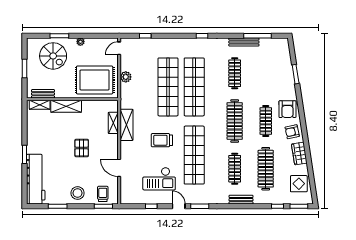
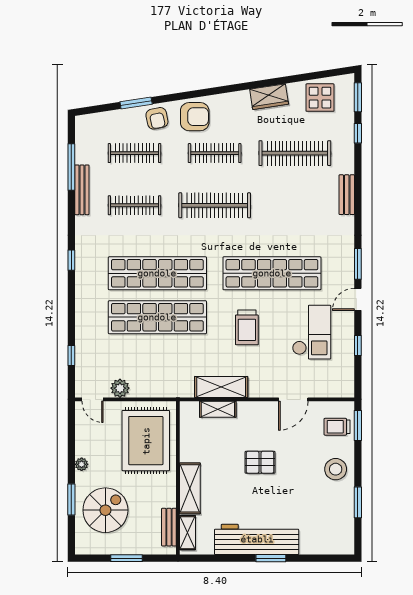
plant: (126, 77) -> (120, 388), moved
armchair: (292, 132) -> (157, 118), moved
clothes rail: (235, 169) -> (135, 153), moved
workbench: (36, 179) -> (257, 539), moved

